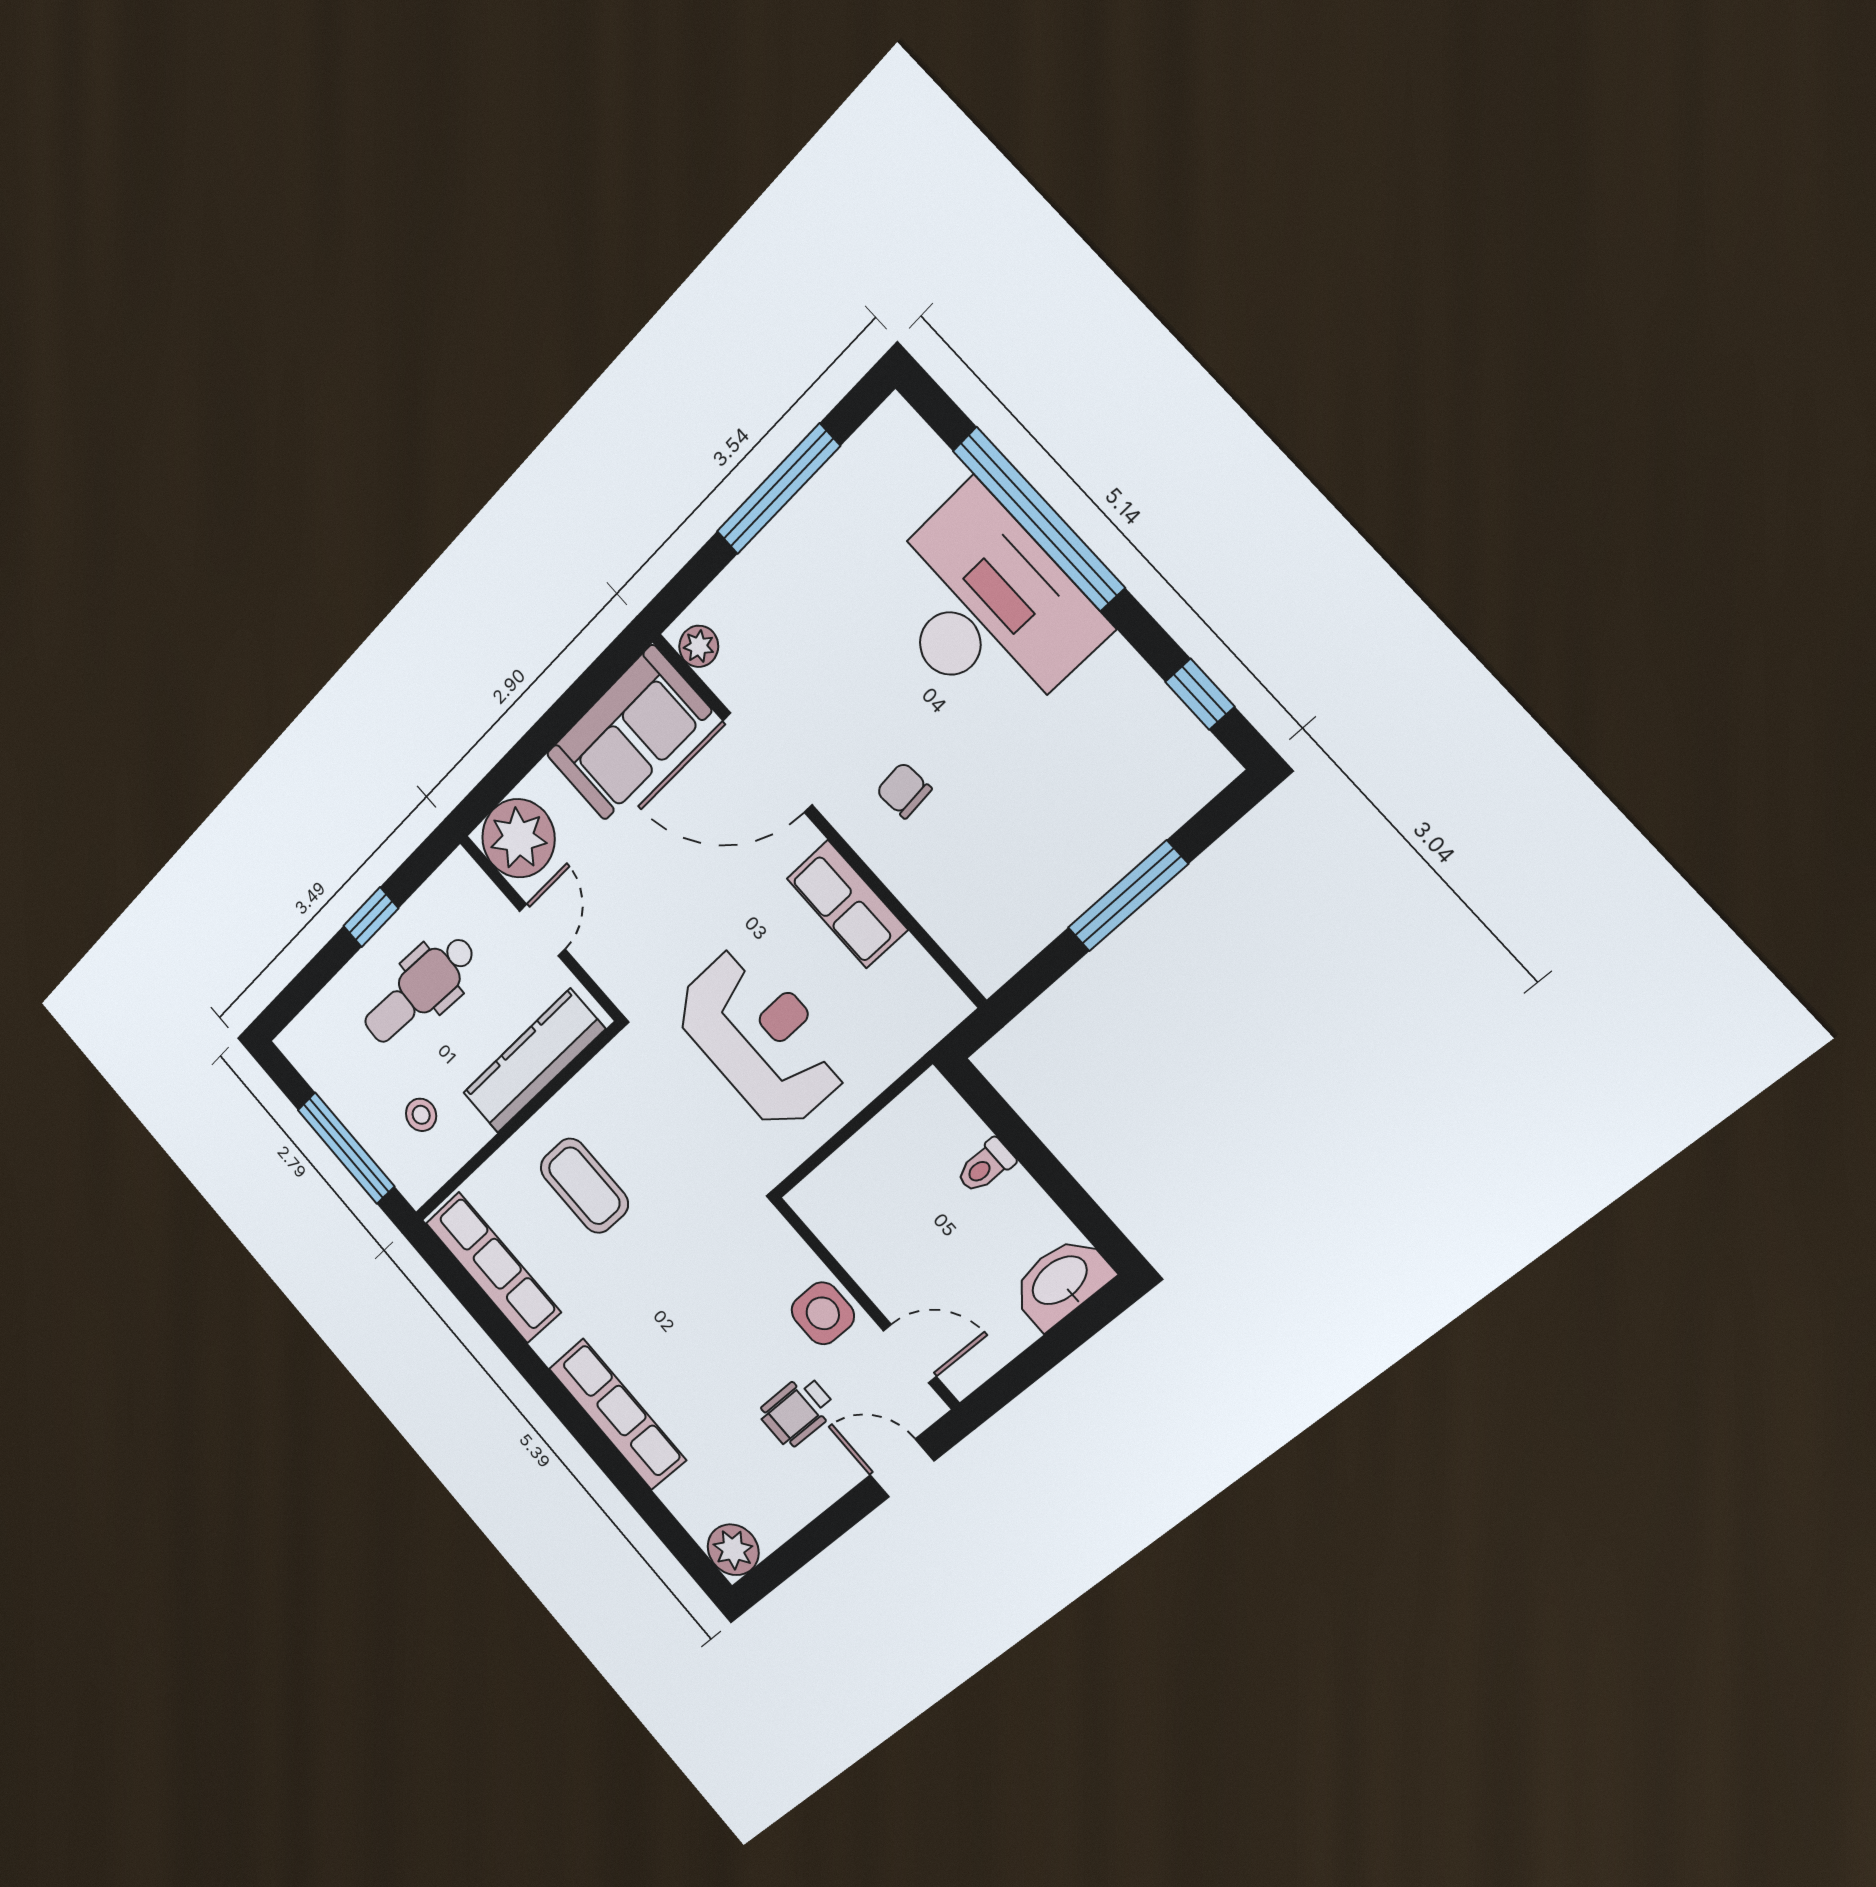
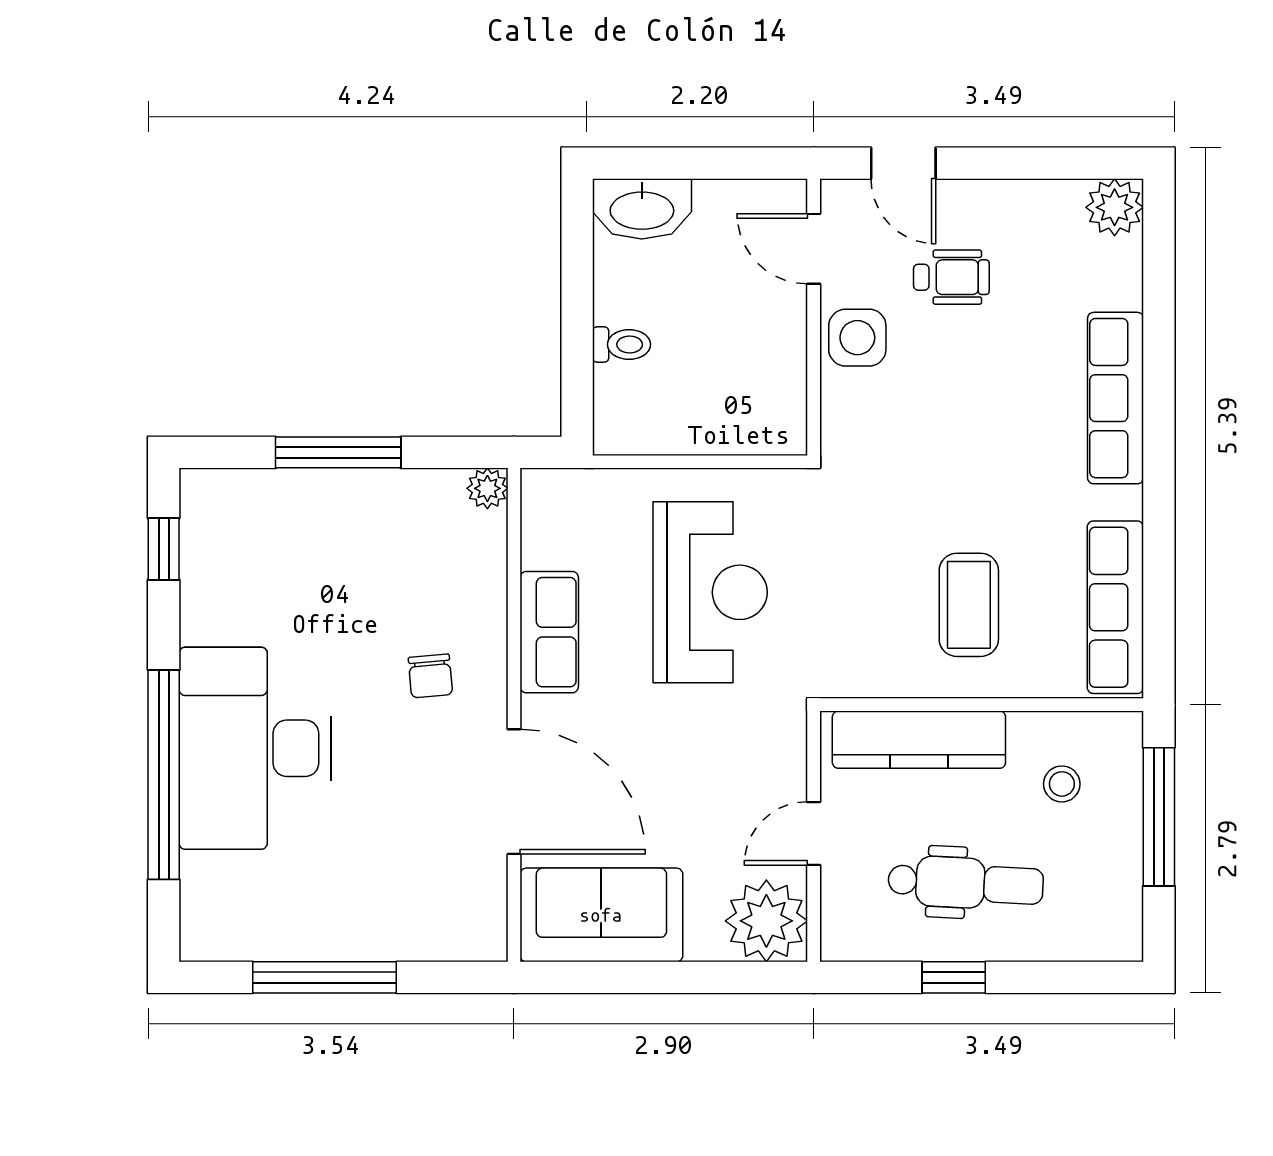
plant: (699, 646) -> (487, 488), moved
reception desk: (761, 1038) -> (710, 592), turned 180

